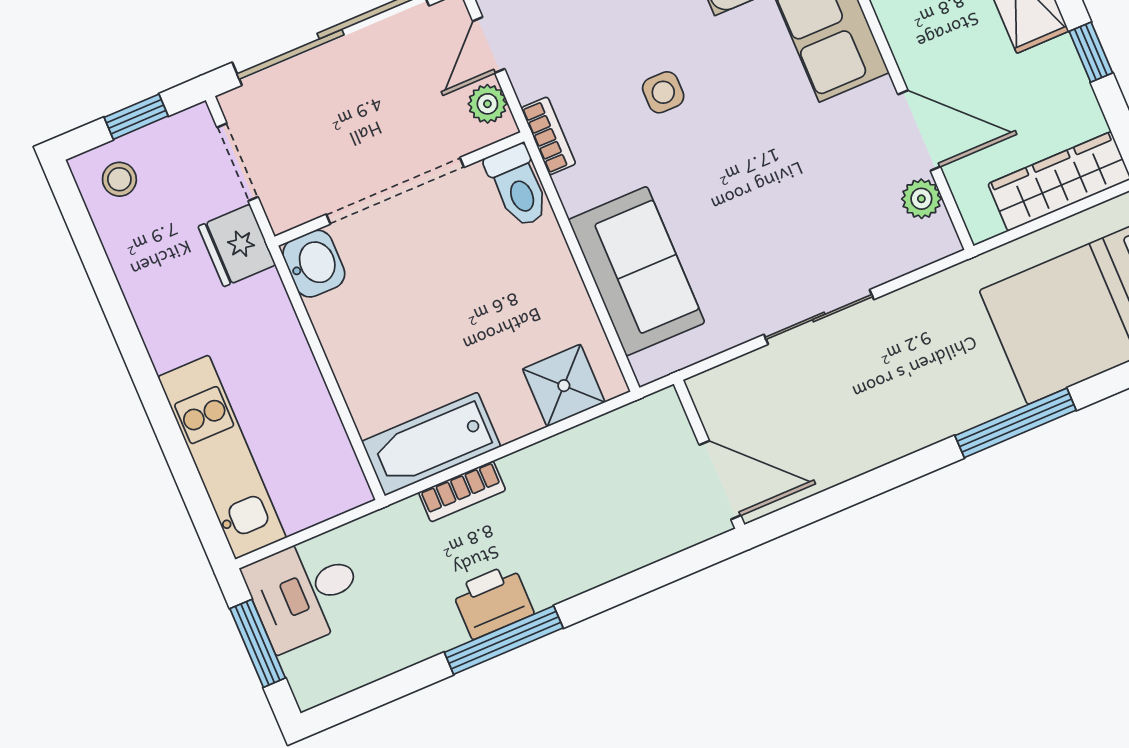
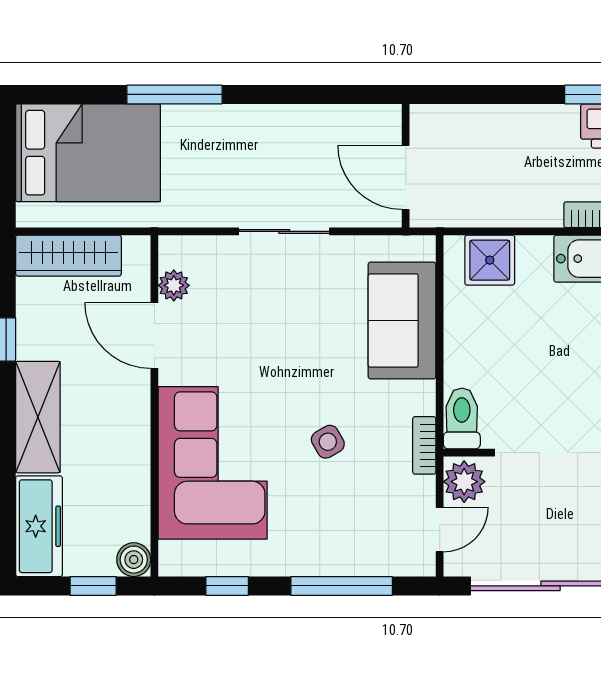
side table: (663, 92) -> (328, 442), turned -30
plant: (487, 104) -> (464, 482), width x1.38, depth x1.38
door: (720, 480) -> (406, 177), moved

